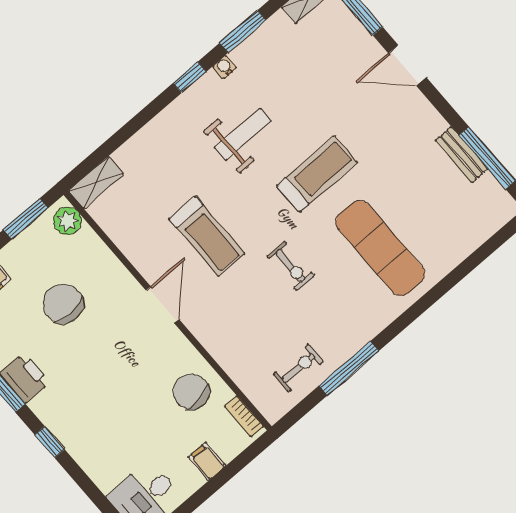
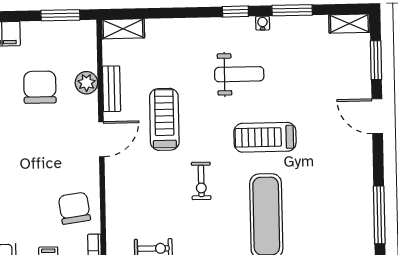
bench: (462, 155) -> (112, 89), moved
treadmill: (317, 174) -> (265, 137), turned 180
plant: (68, 221) -> (86, 83), moved
treadmill: (207, 236) -> (164, 119), turned 180

